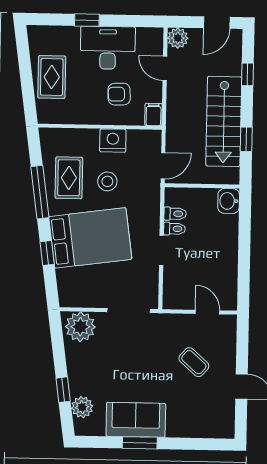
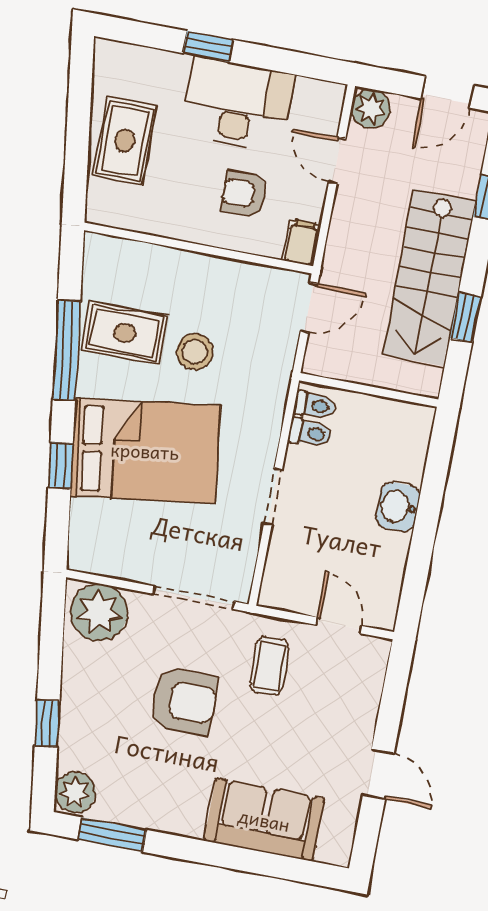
nightstand: (113, 141) -> (218, 278), removed
door: (163, 166) -> (309, 307), moved
rug: (69, 178) -> (125, 333), turned 90
washbasin: (229, 201) -> (398, 507), moved
toilet: (174, 229) -> (315, 405), moved
coffee table: (194, 362) -> (269, 666), moved, turned 46
armchair: (133, 366) -> (184, 701), added
plant: (82, 407) -> (75, 792), moved
sofa: (136, 420) -> (264, 820), moved
window: (140, 443) -> (112, 835), moved

